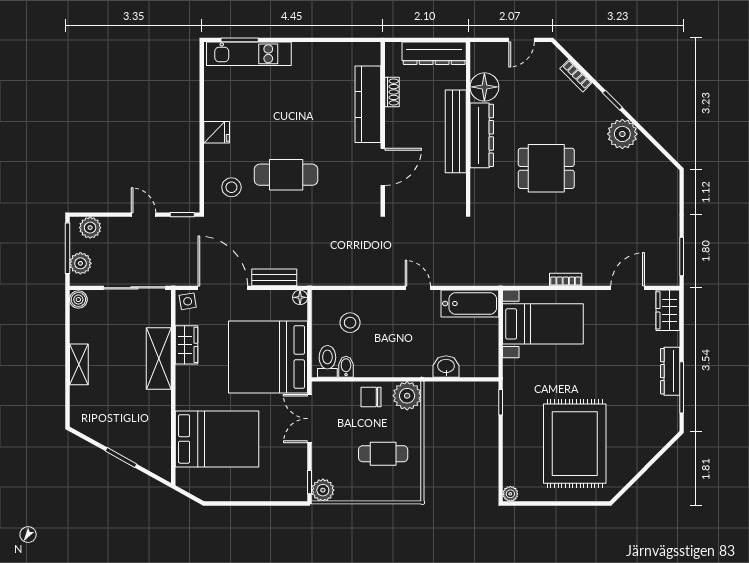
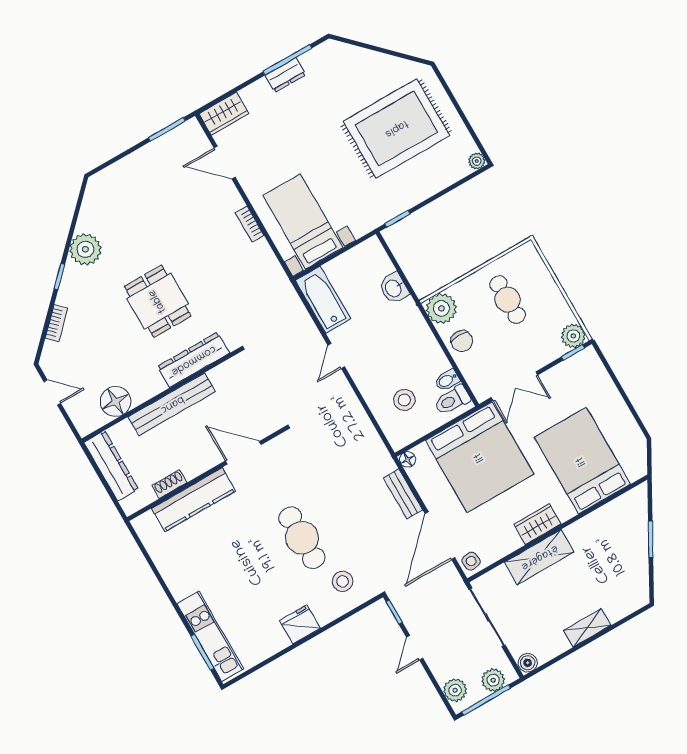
fridge: (217, 132) -> (300, 624), width x1.38
dresser: (482, 135) -> (193, 360), moved
wardrobe: (186, 345) -> (537, 524), moved
dresser: (670, 371) -> (285, 75), width x0.70

